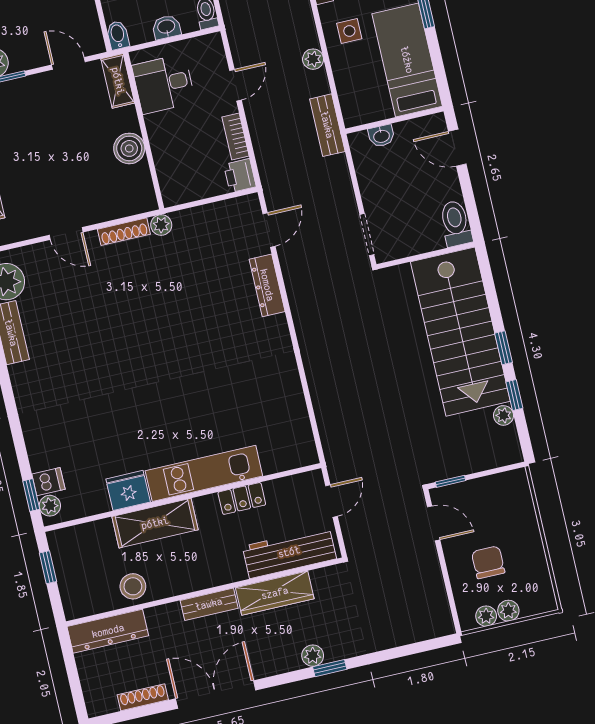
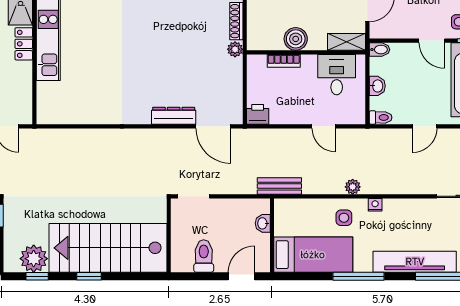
plant: (313, 59) -> (353, 187), moved
bookcase: (236, 137) -> (284, 61), moved, turned 180
toilet: (456, 223) -> (204, 256), moved, turned -90
door: (269, 230) -> (213, 126), width x1.38
window: (514, 395) -> (37, 276), moved
plant: (503, 415) -> (34, 259), width x1.88, depth x1.88
locker: (242, 498) -> (24, 44), moved

